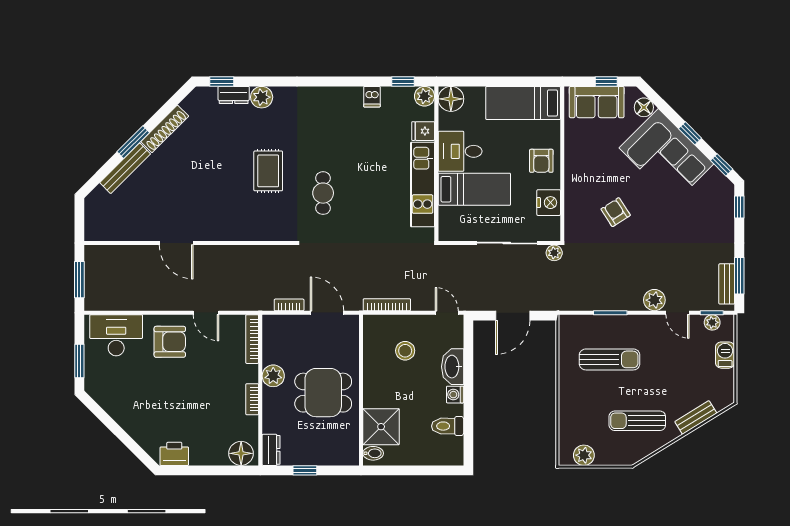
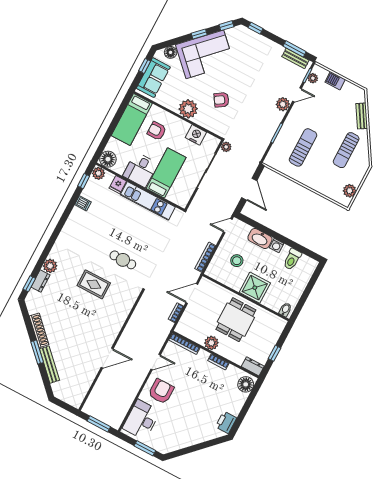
armchair: (541, 161) -> (157, 131), moved, turned 180
plant: (579, 173) -> (188, 109), added
shower: (381, 427) -> (255, 288), moved

